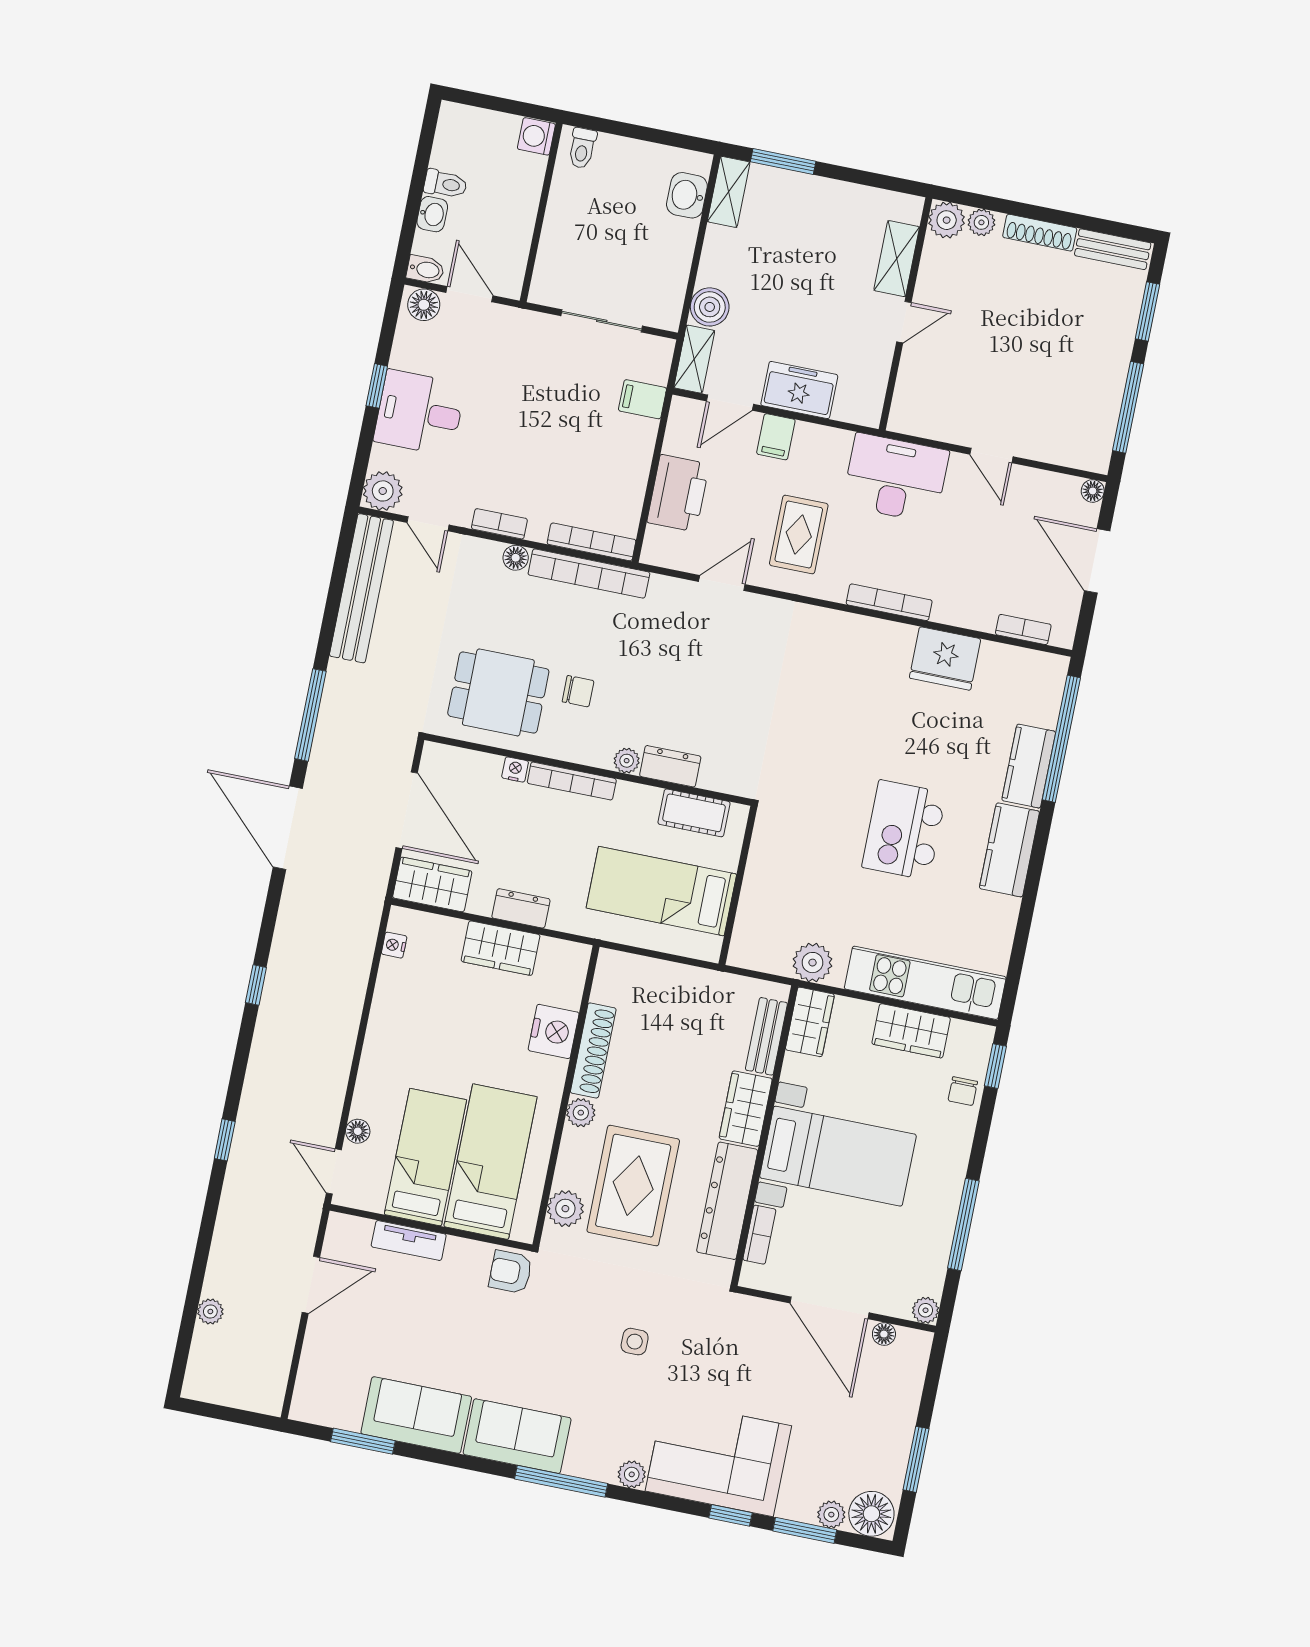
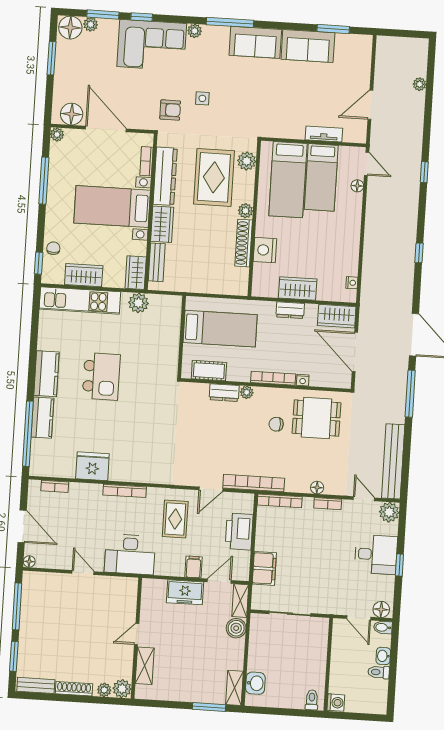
filing cabinet: (642, 399) -> (264, 568), width x2.00
bookcase: (589, 574) -> (254, 483), moved
armchair: (510, 1272) -> (170, 110), moved
floor lamp: (884, 1334) -> (72, 114), width x1.89, depth x1.89

